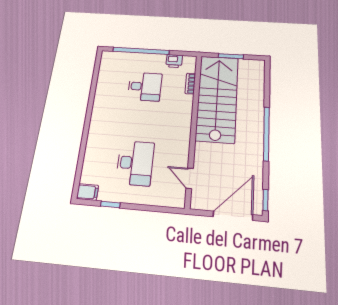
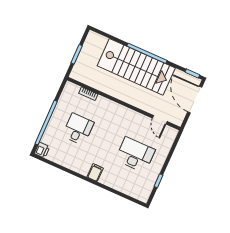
printer: (174, 61) -> (42, 150), moved
stairs: (217, 98) -> (136, 67), moved, turned 180
door: (190, 178) -> (160, 120), hinge flipped
filing cabinet: (87, 192) -> (95, 173), moved

